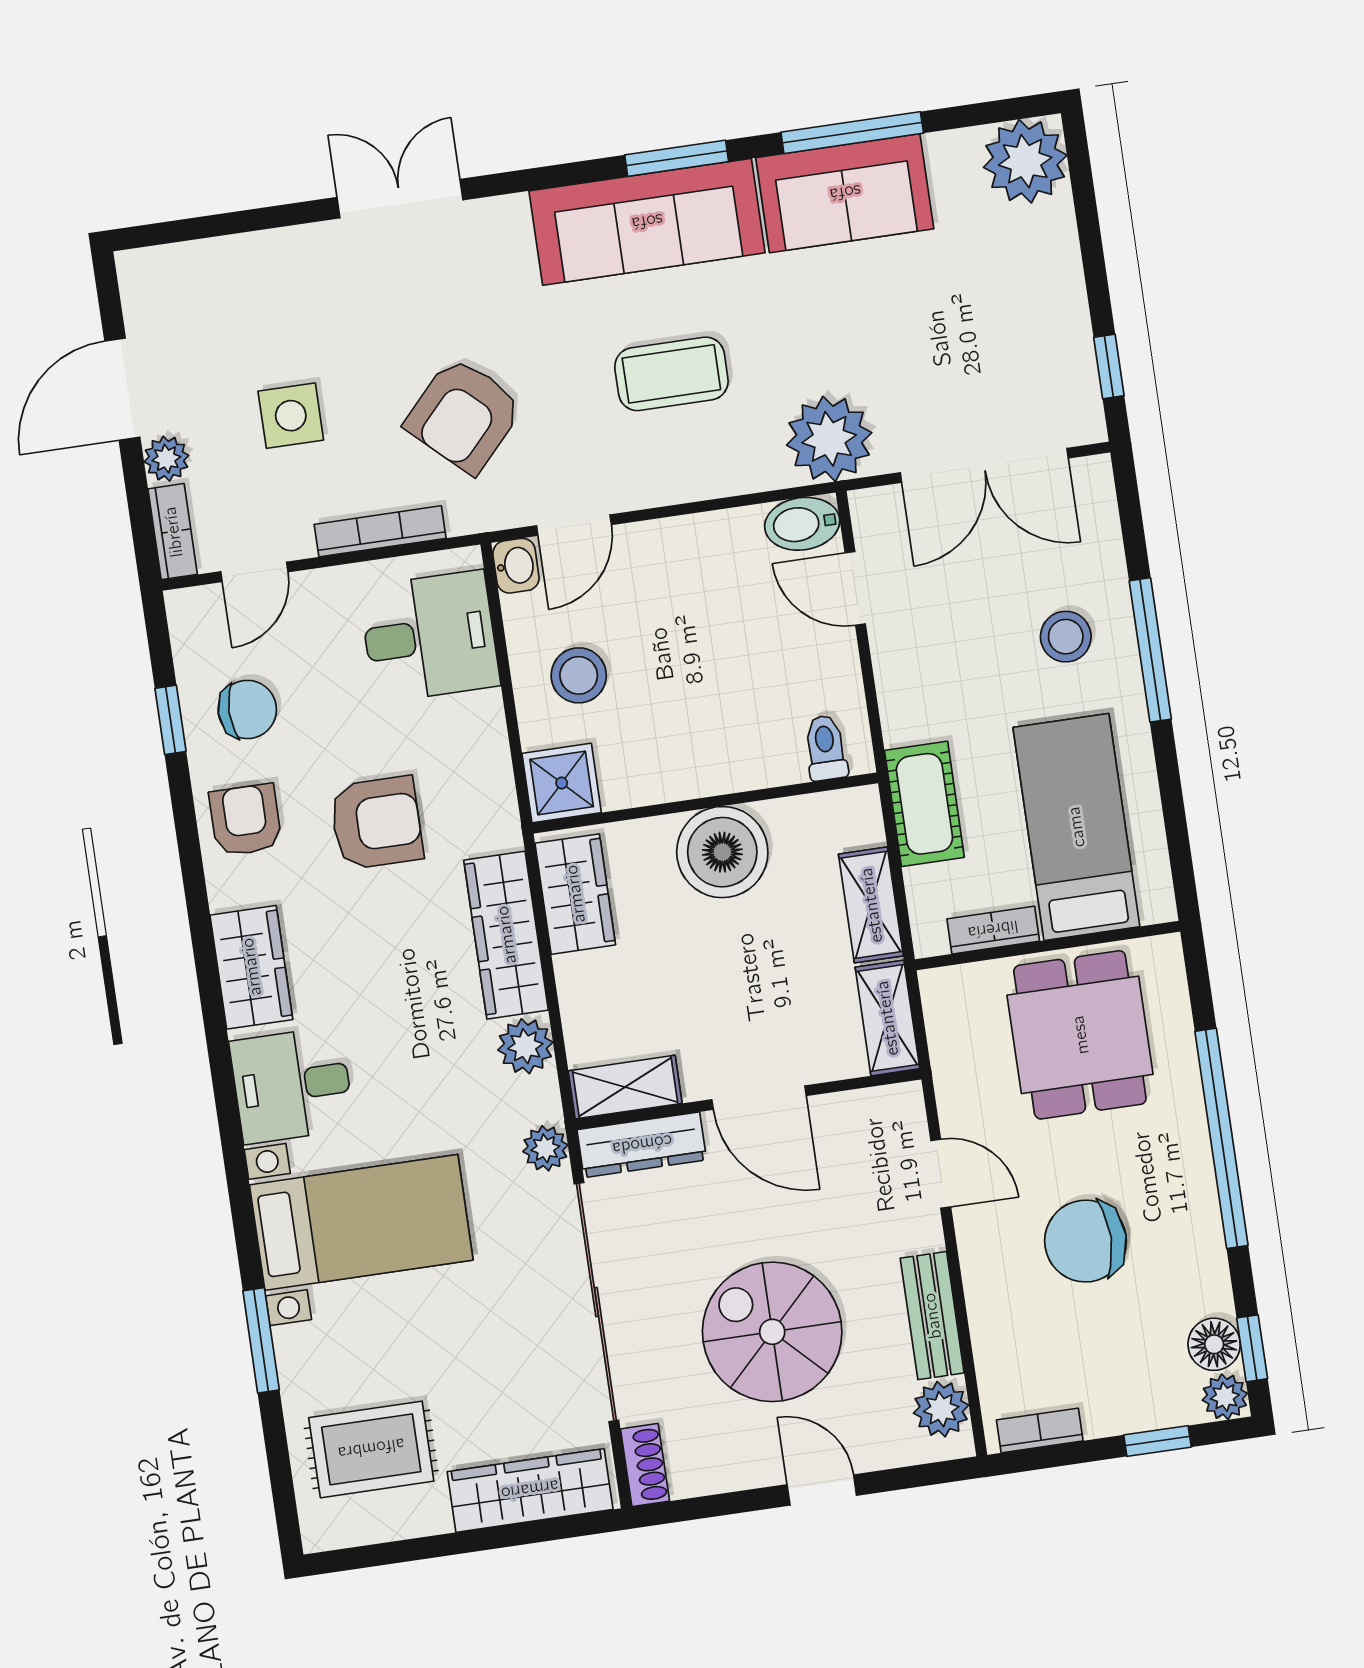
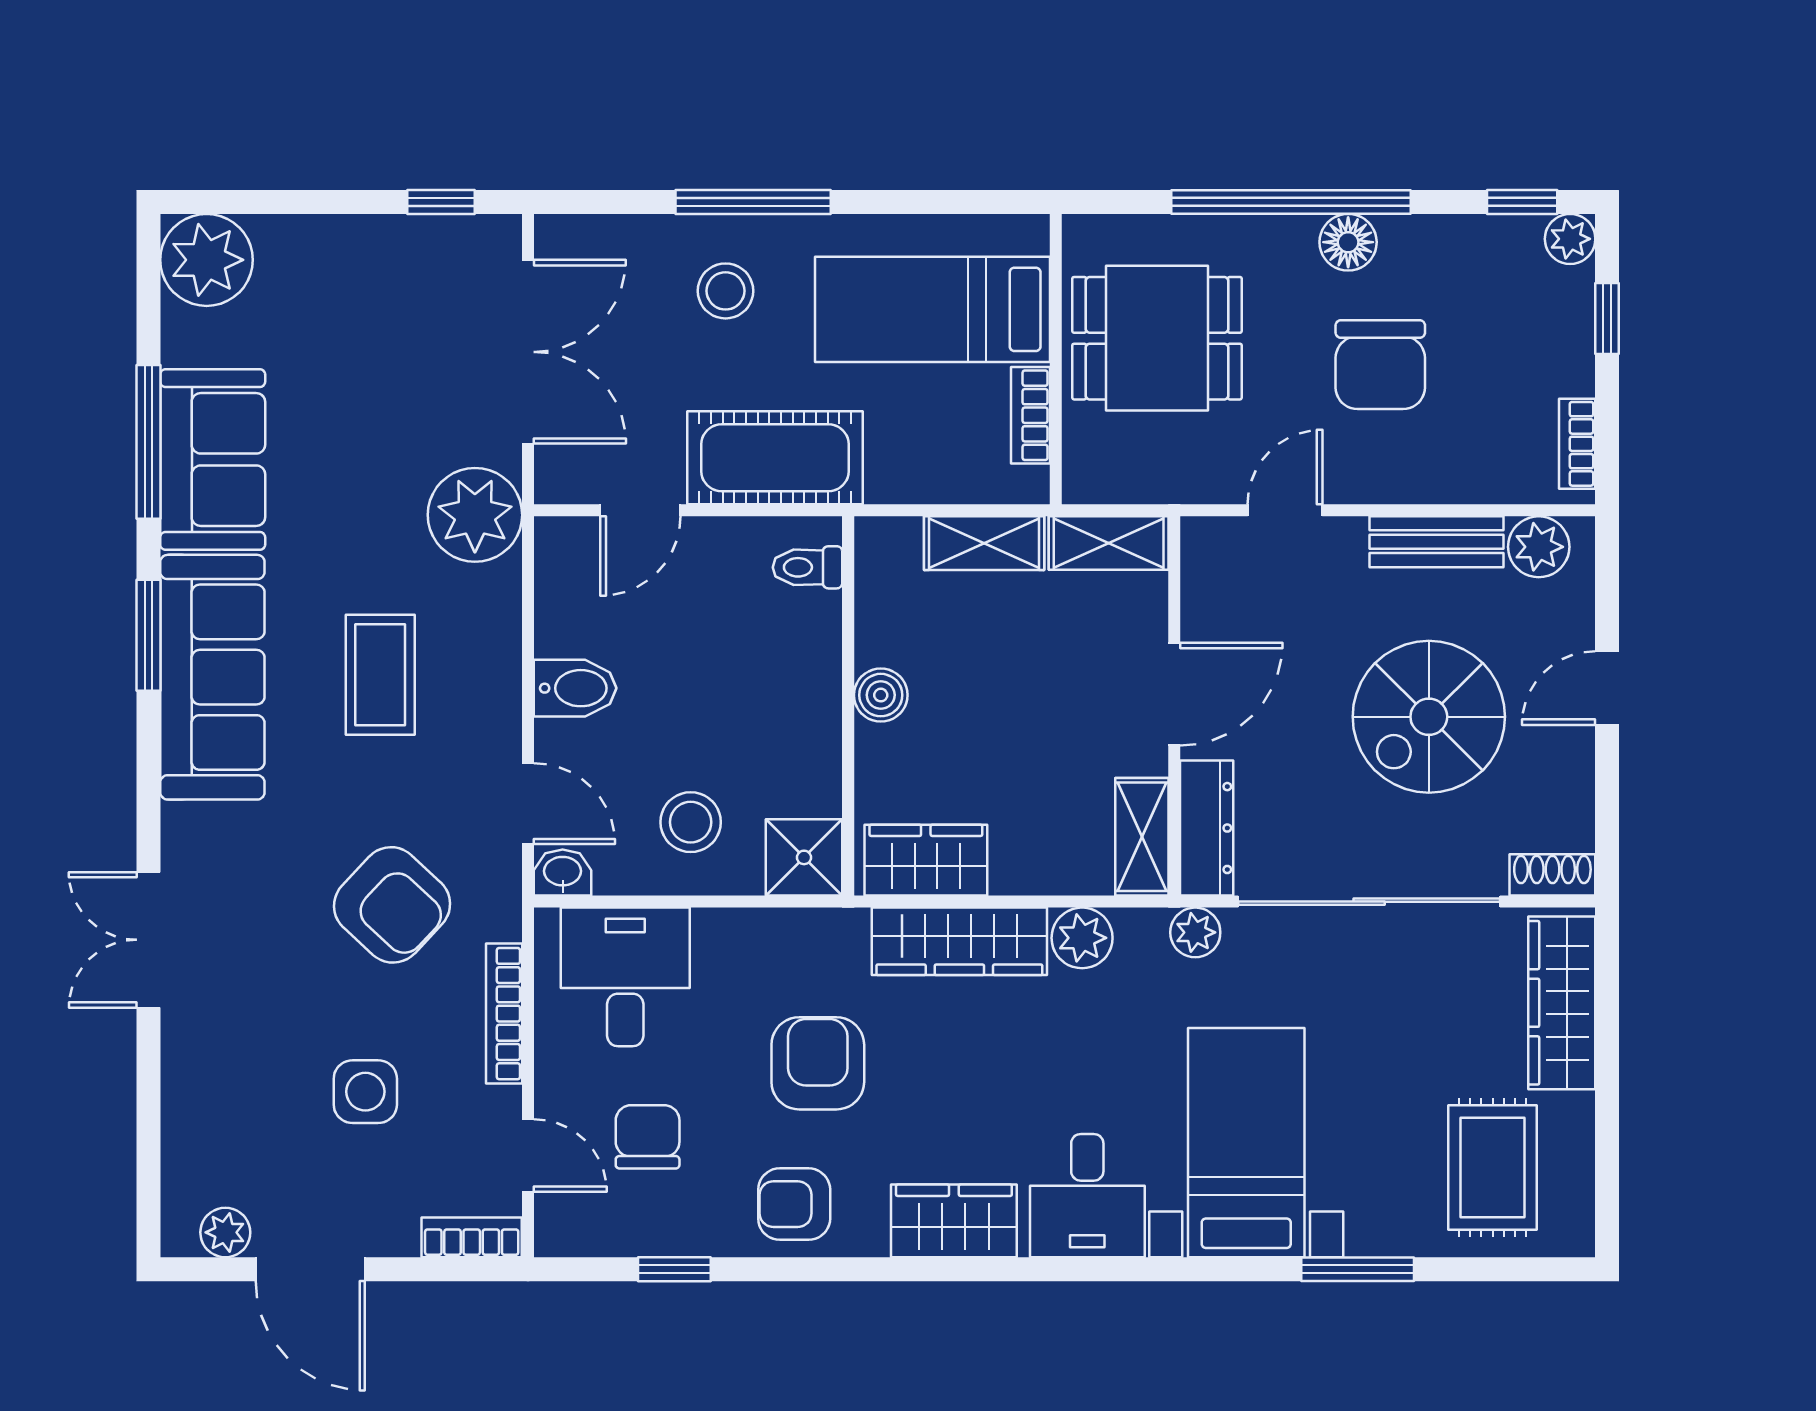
plant: (166, 459) -> (225, 1232), moved
bidet: (802, 524) -> (575, 688), moved, turned -90
chair: (247, 709) -> (648, 1137), moved
cot: (924, 804) -> (775, 458), moved, width x1.37, depth x1.34
boiler: (722, 852) -> (881, 695), width x0.54, depth x0.54
floor lamp: (1214, 1344) -> (1348, 242), moved

